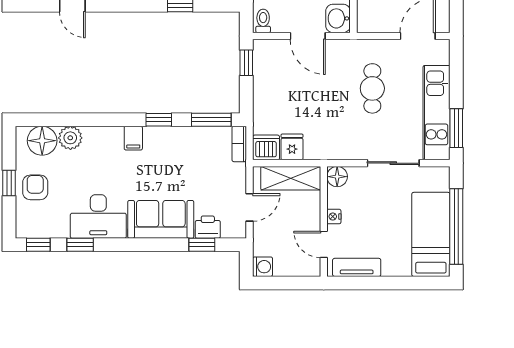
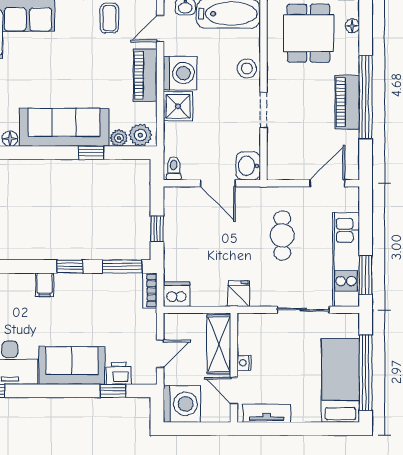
window: (246, 63) -> (157, 229), moved
fridge: (292, 147) -> (239, 294), moved
floor lamp: (337, 177) -> (247, 323), removed
shelving: (291, 178) -> (219, 344), moved, turned 90
washing machine: (263, 267) -> (182, 404), width x1.89, depth x1.89

